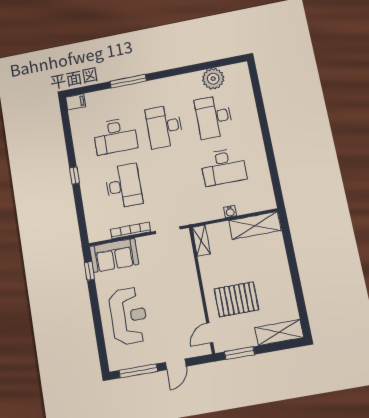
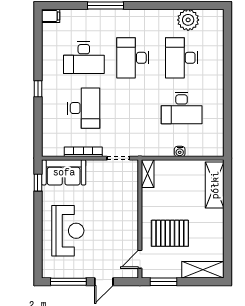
shelving: (255, 225) -> (215, 185), moved, turned 90

